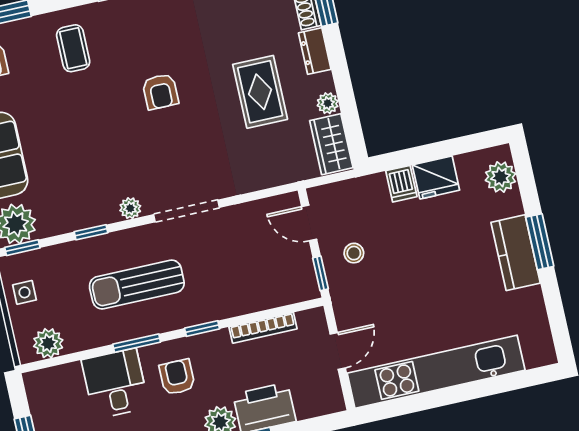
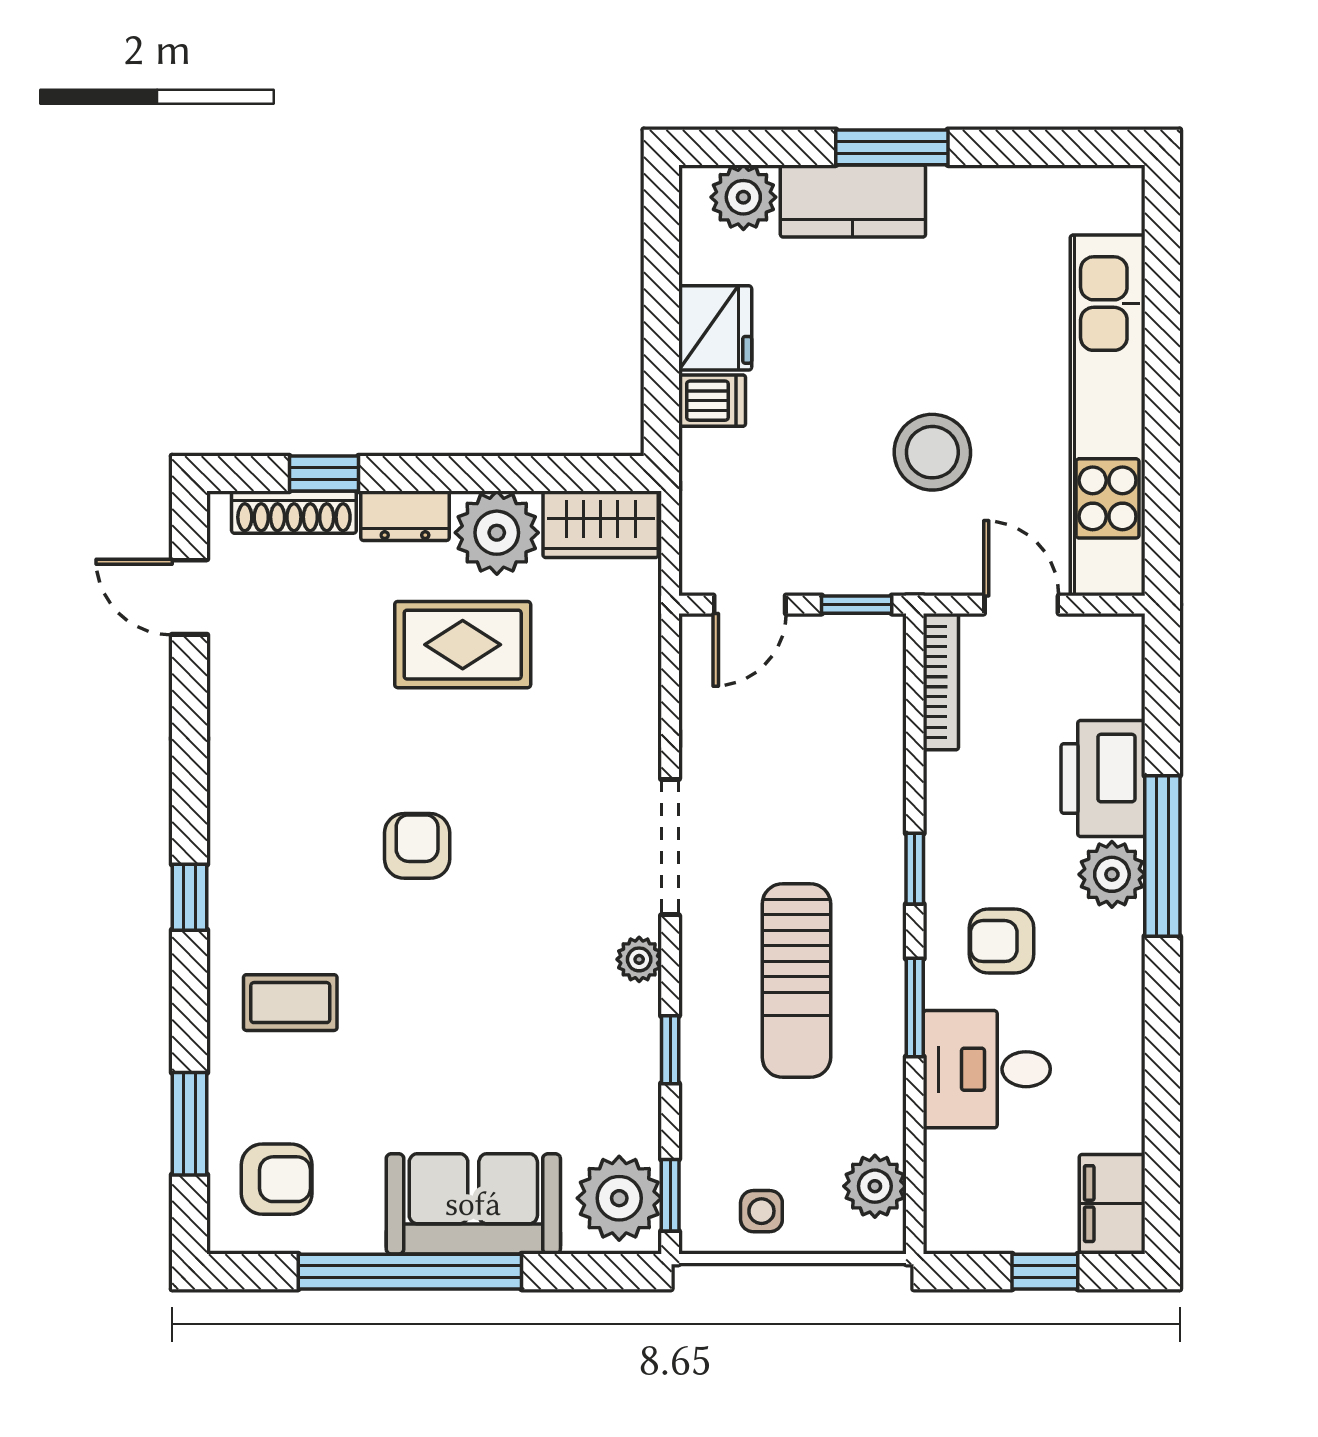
armchair: (160, 92) -> (417, 846), turned -90
plant: (328, 103) -> (497, 533), width x1.88, depth x1.88
stool: (354, 253) -> (932, 452), moved, width x1.89, depth x1.89
kitchen counter: (516, 253) -> (853, 201), moved
bookcase: (263, 328) -> (941, 682), moved

